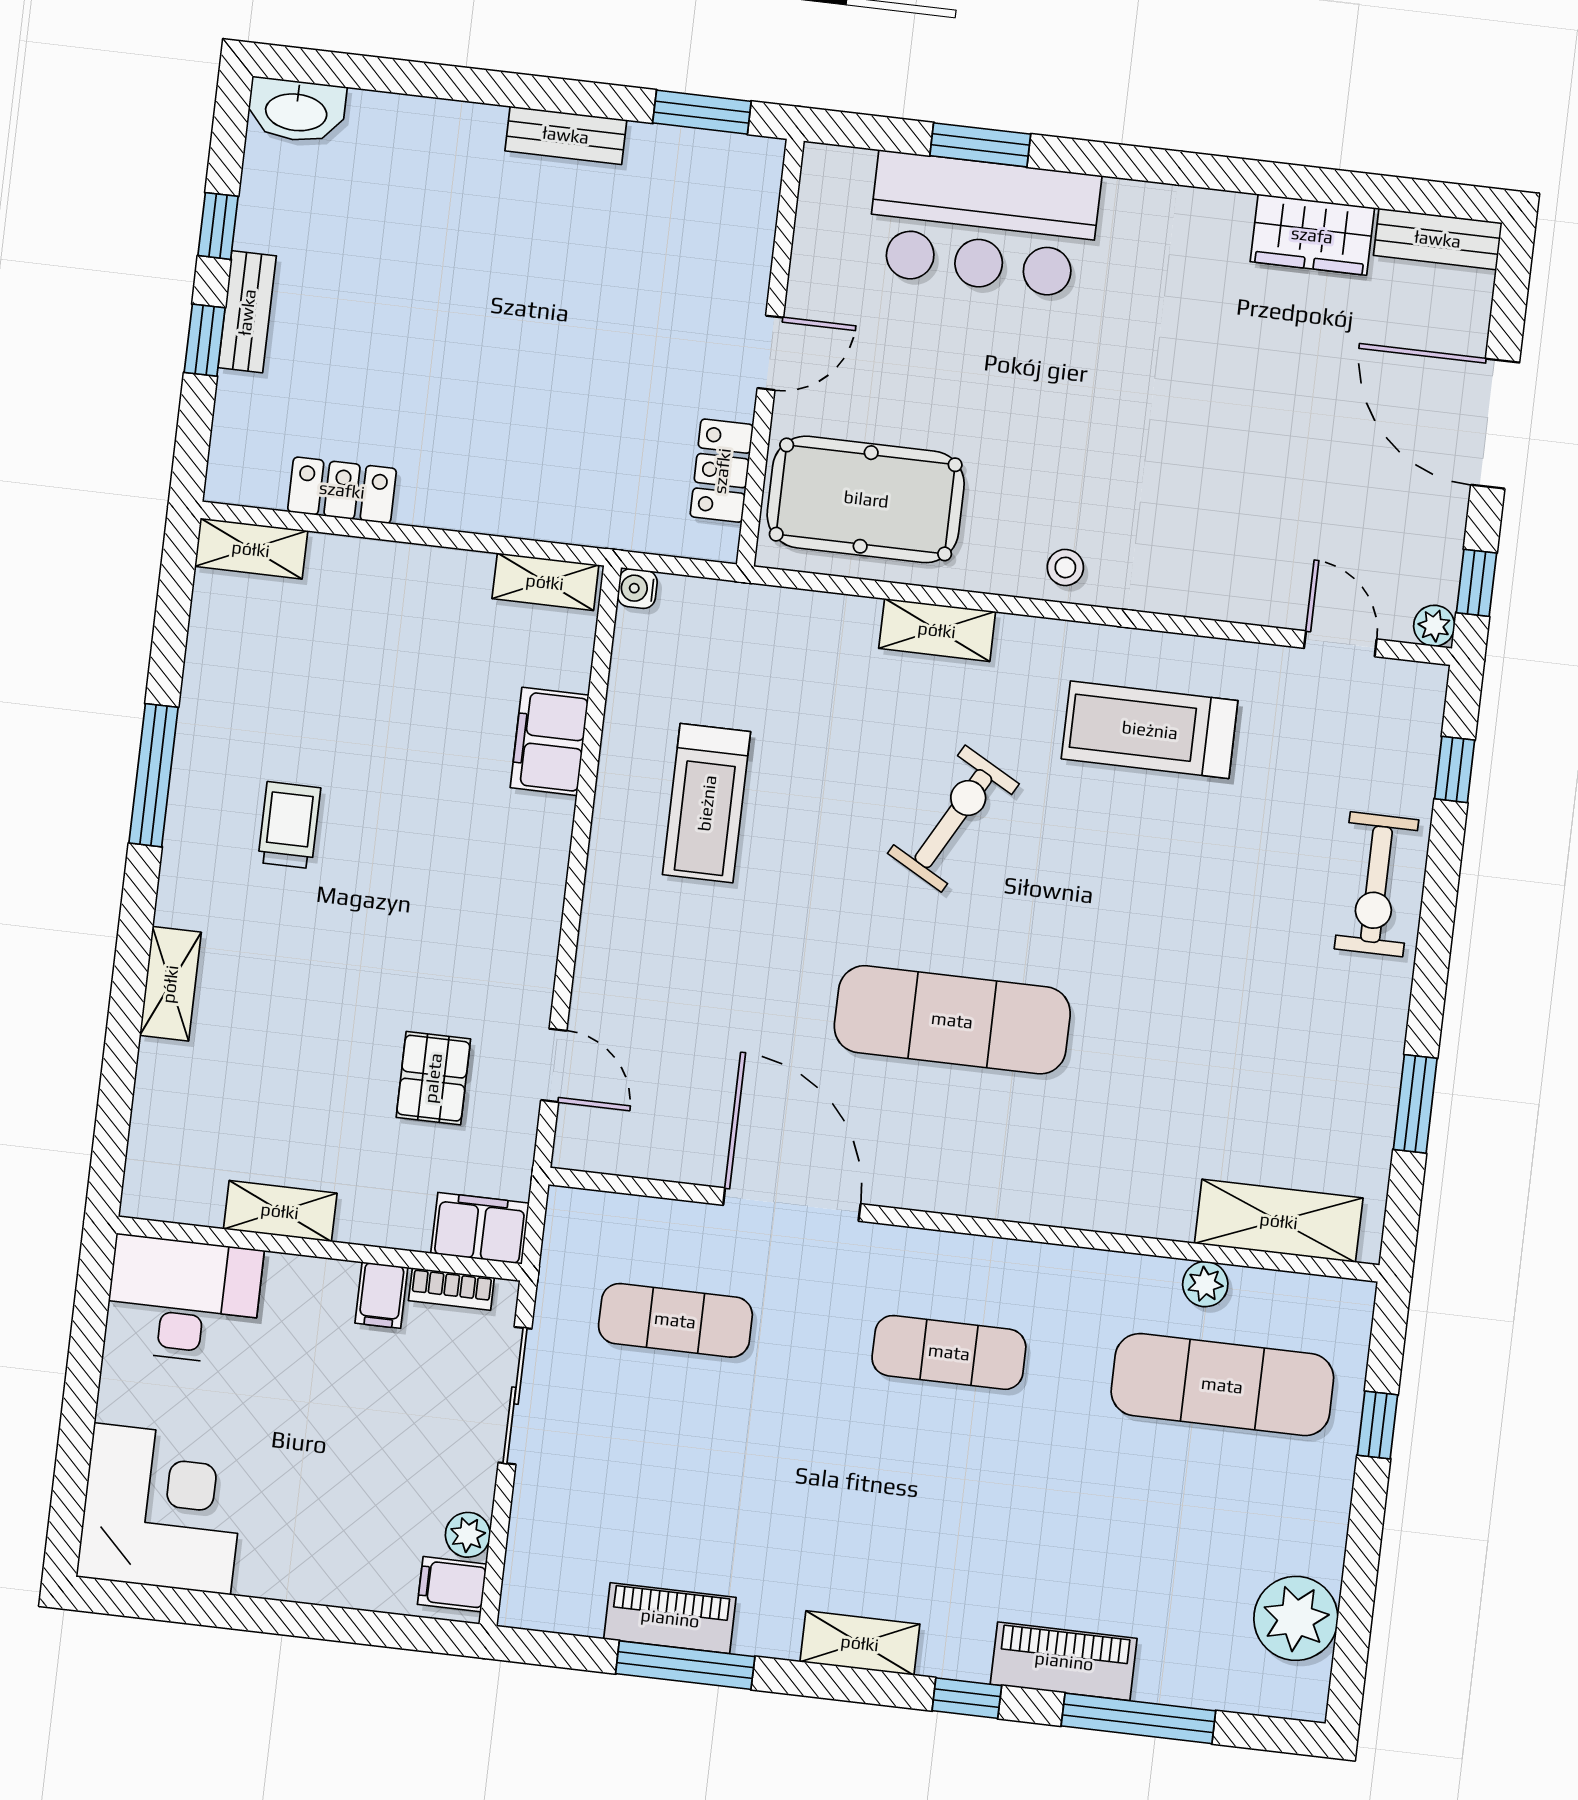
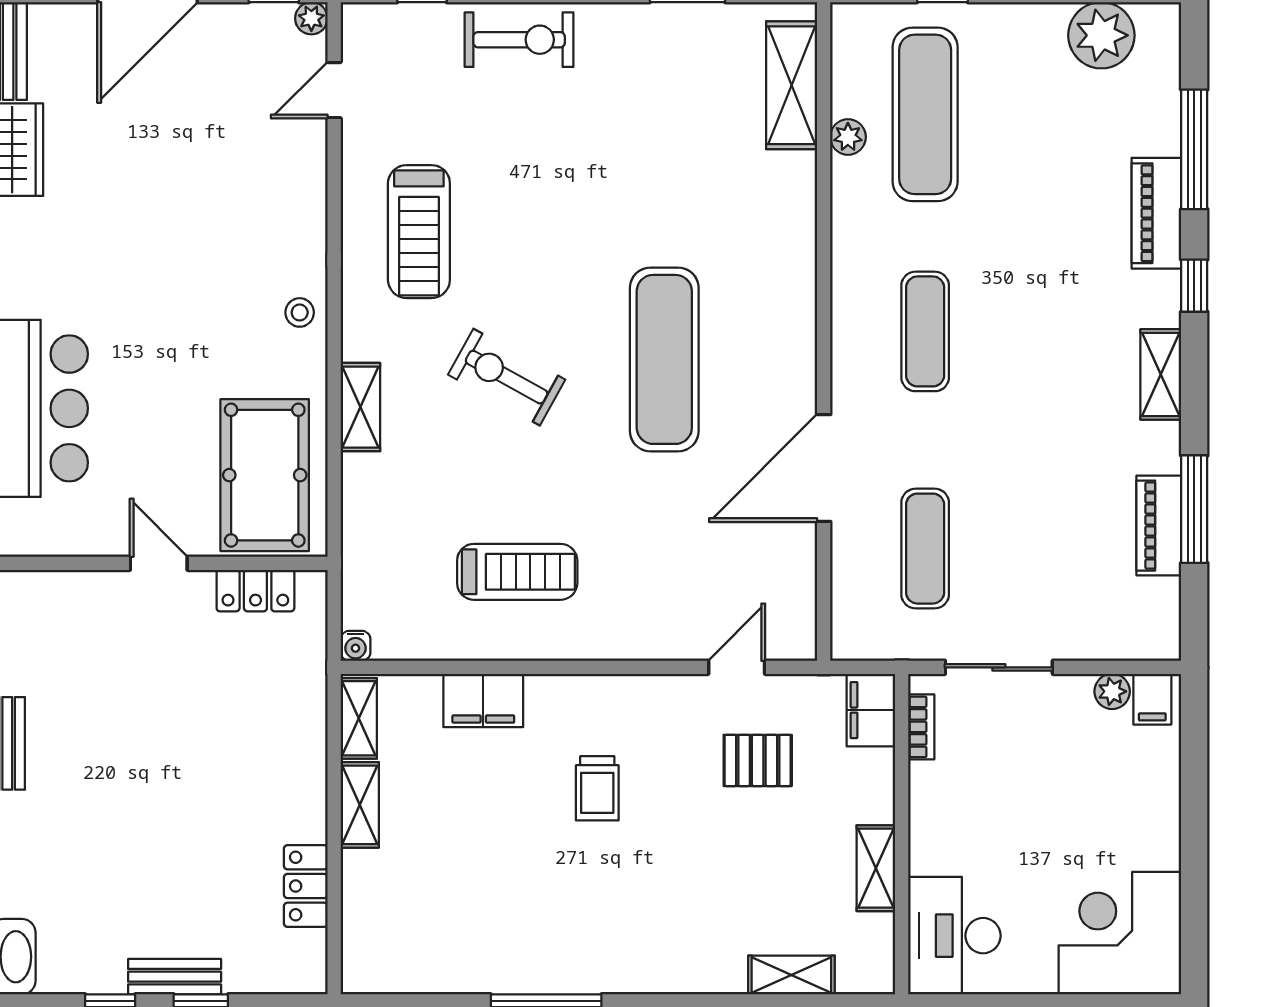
shelving: (251, 549) -> (360, 805), moved
trolley: (289, 825) -> (597, 788), moved, turned -90
shelving: (170, 984) -> (791, 975), moved
filing cabinet: (381, 1295) -> (932, 781), removed

